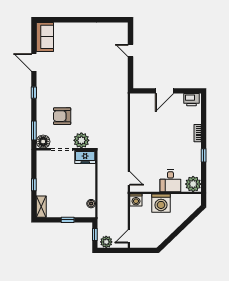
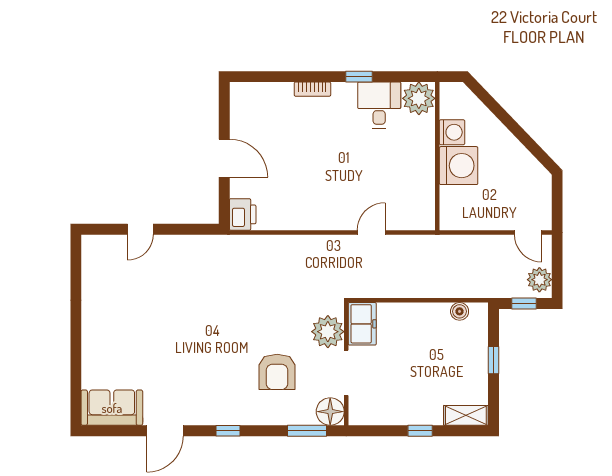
printer: (191, 100) -> (243, 214), moved
door: (129, 178) -> (371, 232), moved
desk: (170, 181) -> (379, 105), moved, turned -90
washing machine: (136, 200) -> (452, 132), moved

